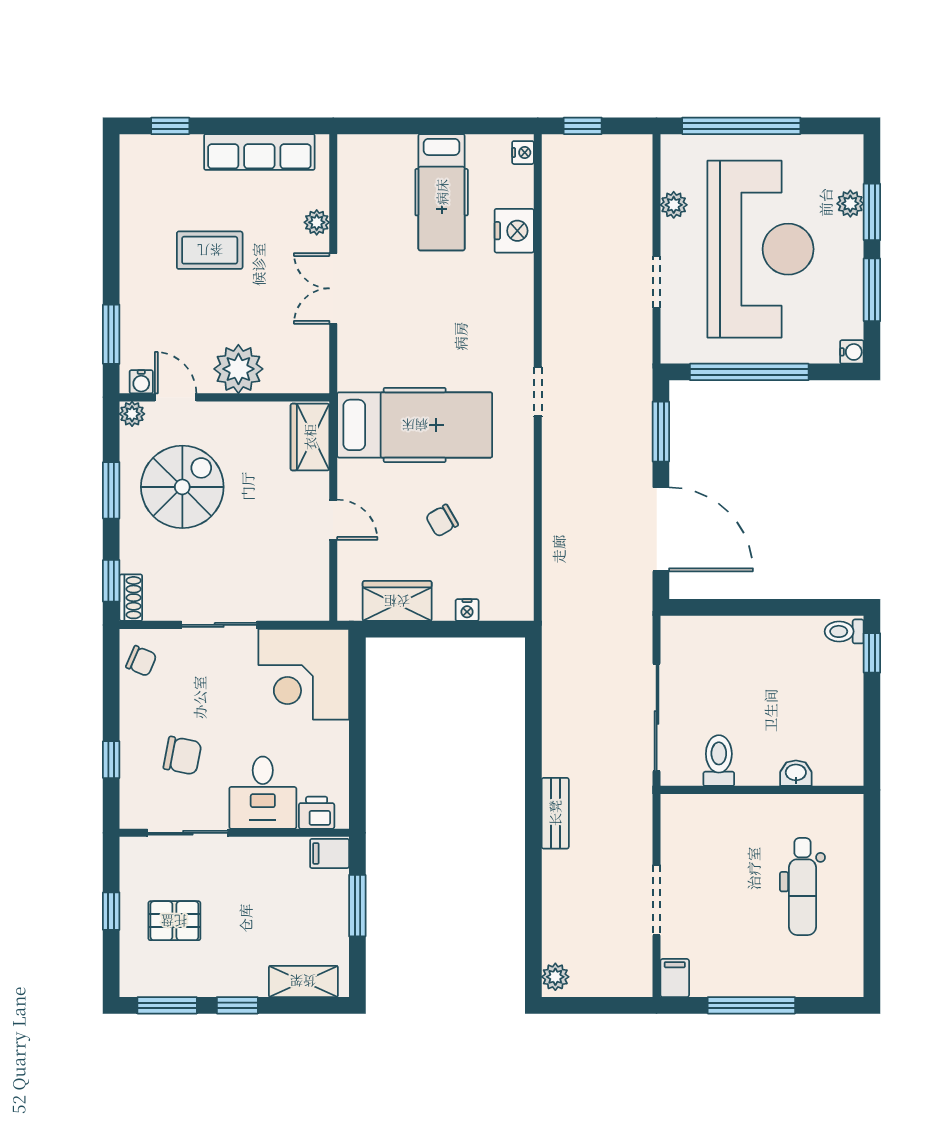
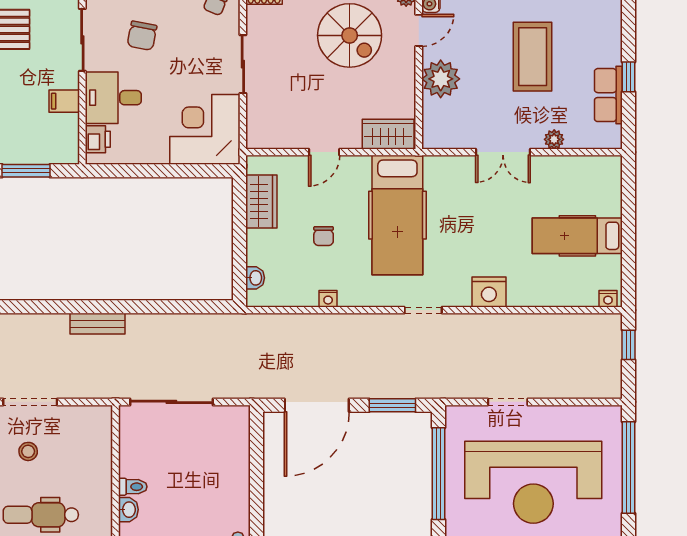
window: (170, 126) -> (629, 77), moved
row of seats: (259, 152) -> (608, 95), width x0.68
plant: (674, 205) -> (568, 415), removed
nightstand: (514, 231) -> (489, 292), moved
coffee table: (210, 250) -> (533, 57), width x1.36, depth x1.32
double door: (333, 288) -> (503, 152), swing flipped
chair: (442, 521) -> (324, 236), turned -150
washbasin: (496, 609) -> (255, 278), added
nightstand: (467, 610) -> (328, 299), moved, turned -90
toilet: (719, 761) -> (133, 487), moved, width x0.73, depth x0.72
filing cabinet: (330, 853) -> (64, 101), moved, turned -90
stool: (721, 903) -> (28, 451), added

